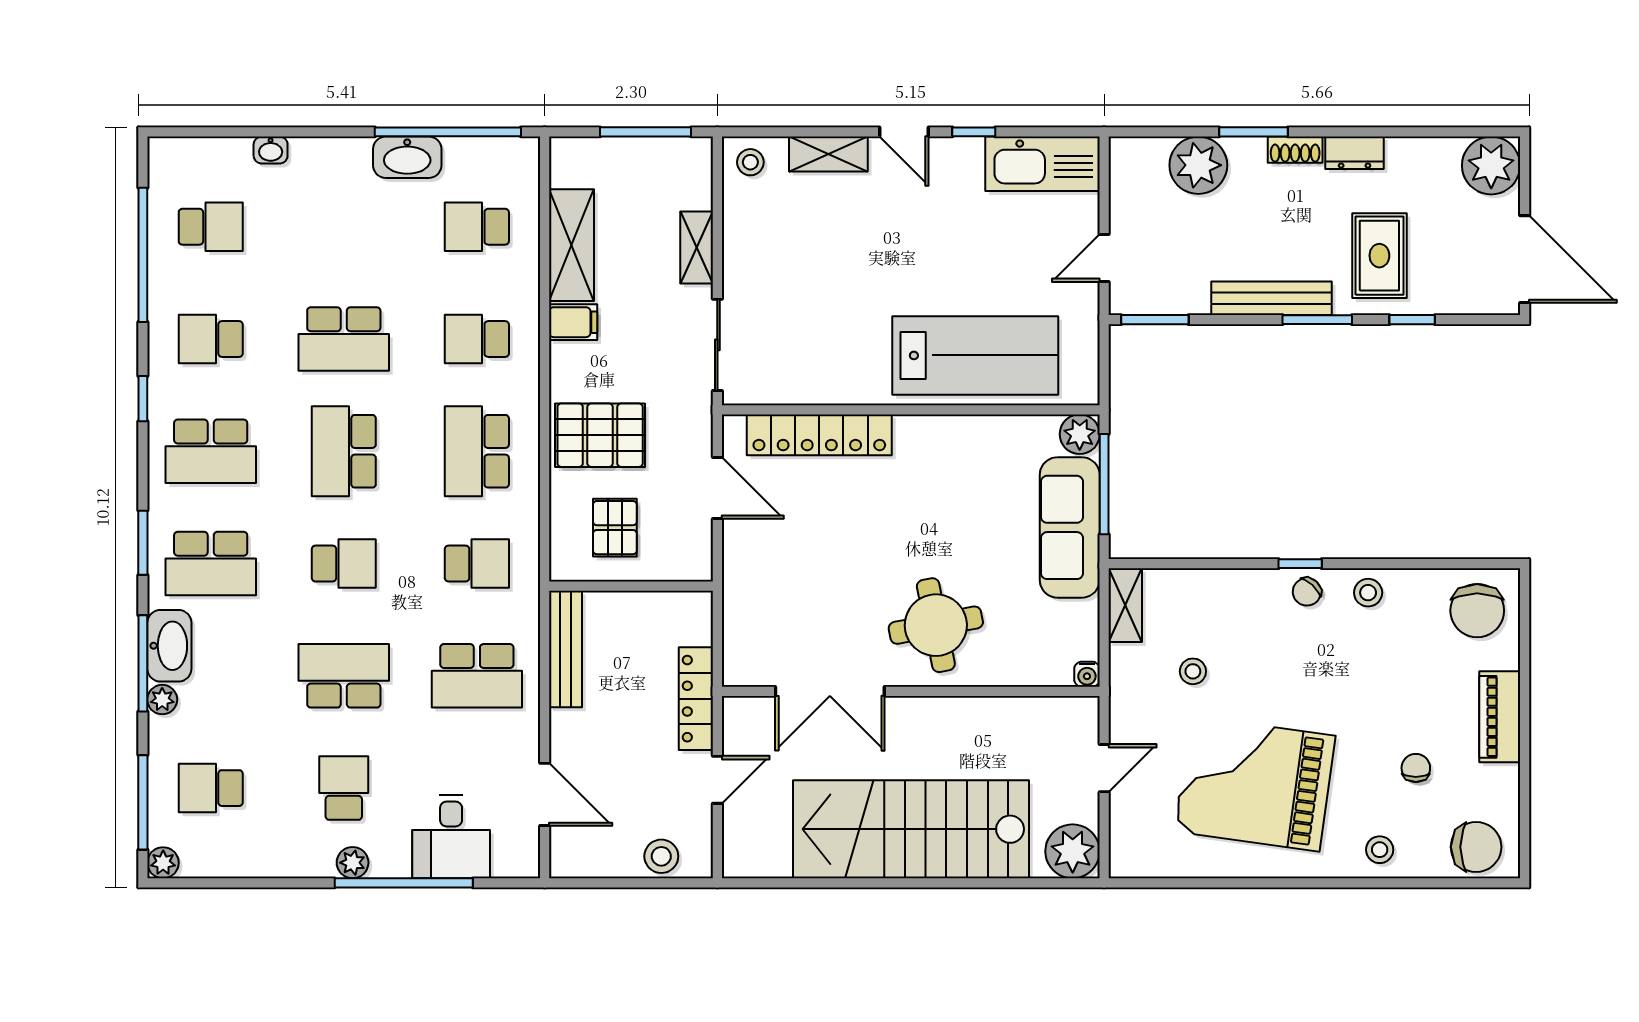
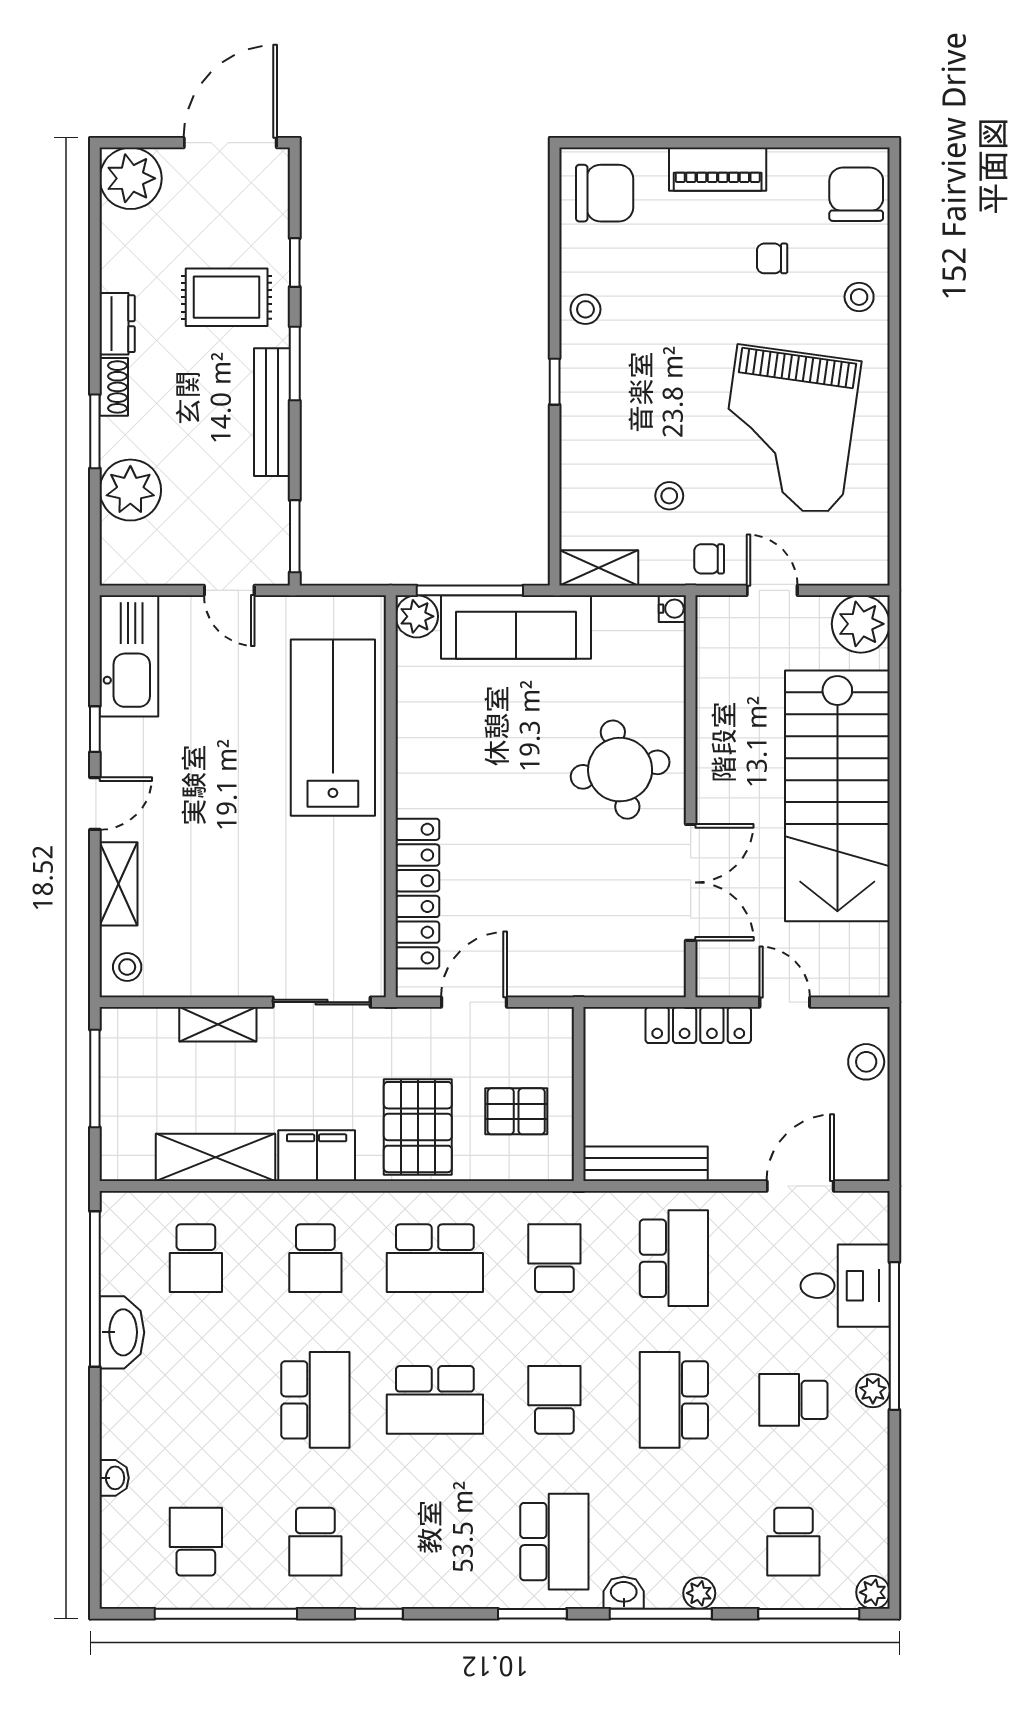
filing cabinet: (573, 322) -> (317, 1156), width x2.00
school desk: (211, 451) -> (435, 1542), removed
chair: (1307, 592) -> (709, 559), moved, turned 137
washbasin: (169, 646) -> (624, 1593), width x0.52, depth x0.69

